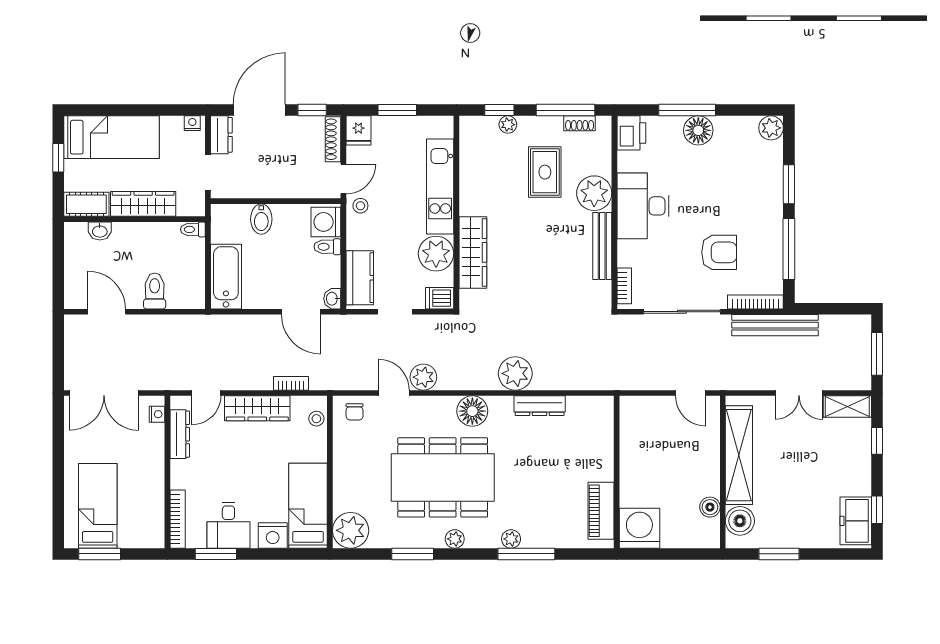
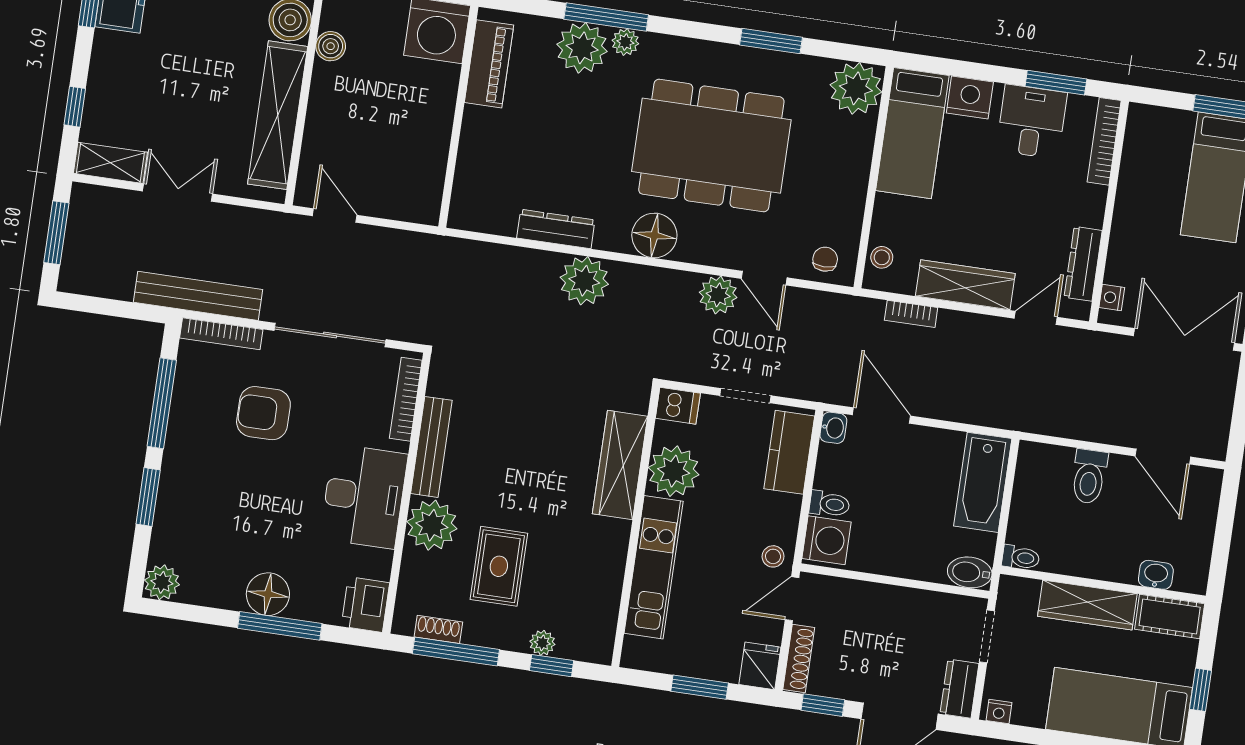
bidet: (261, 219) -> (970, 572), moved, turned -90
bookcase: (624, 286) -> (406, 399), width x1.56
plant: (455, 539) -> (582, 48), moved, width x1.87, depth x1.87

